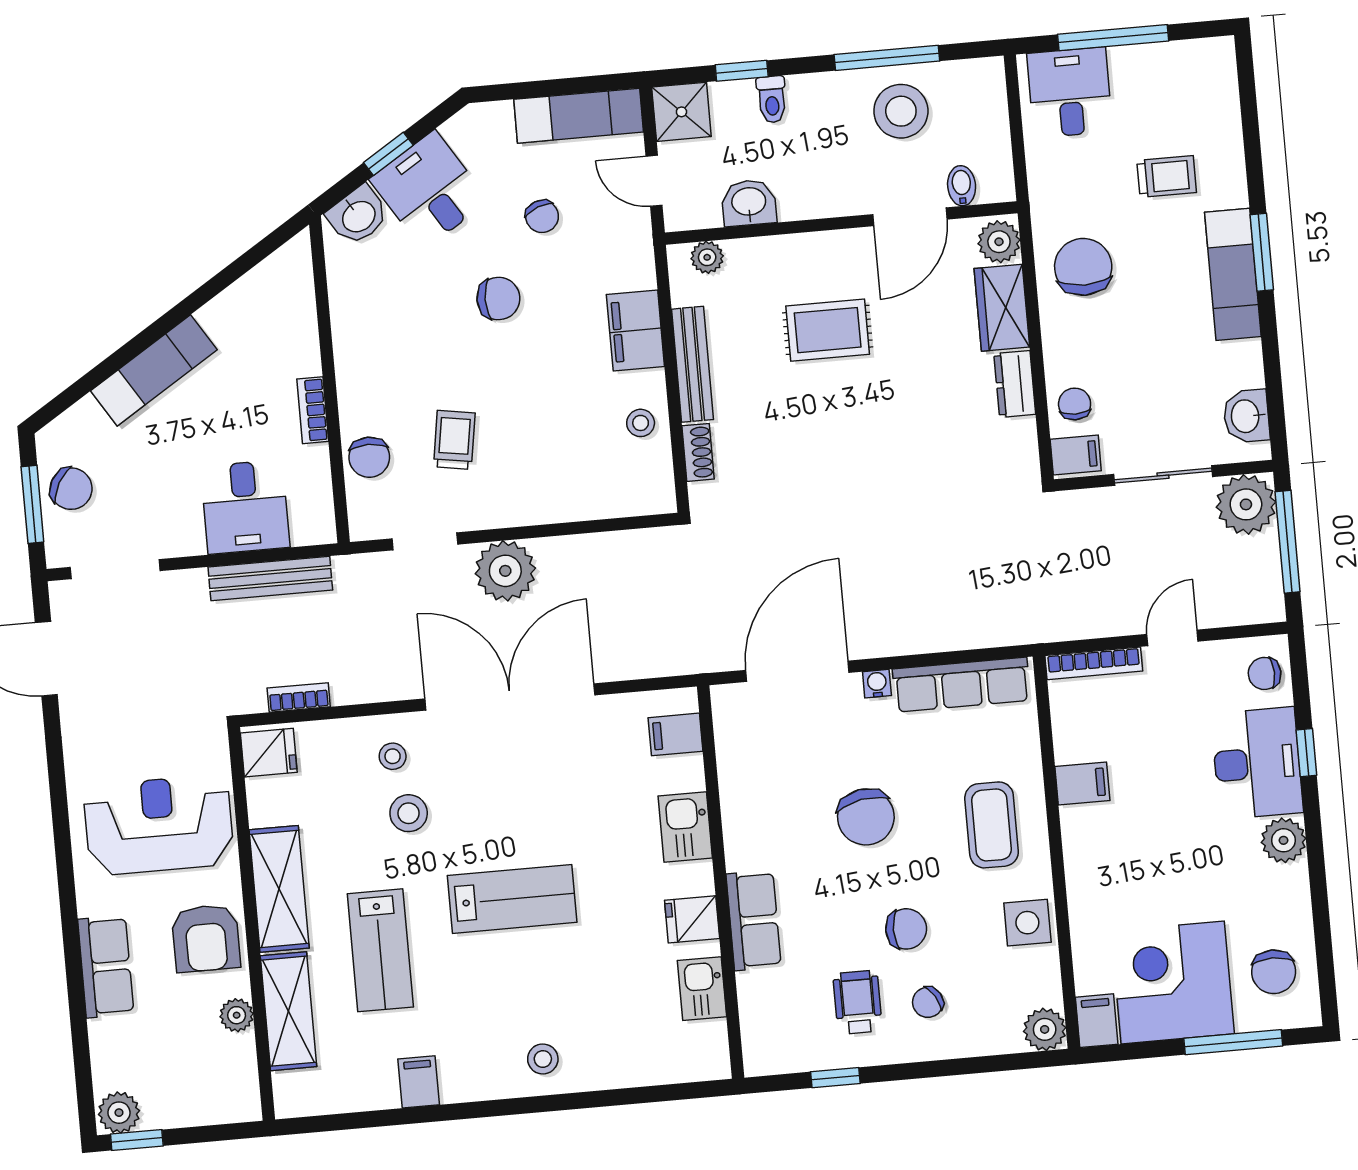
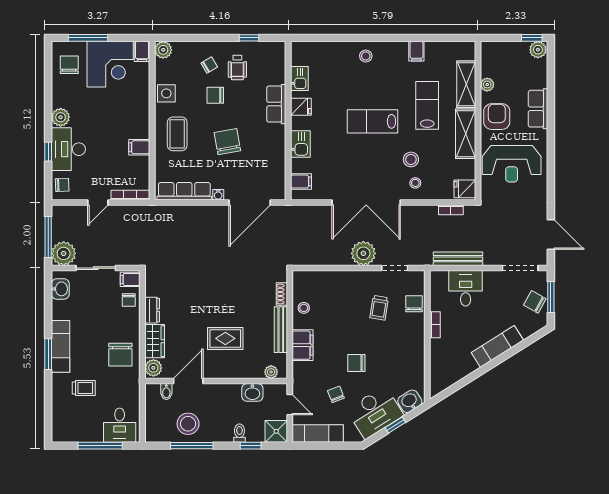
trolley: (1167, 176) -> (84, 388), turned 180
desk: (429, 190) -> (375, 412), width x1.37

